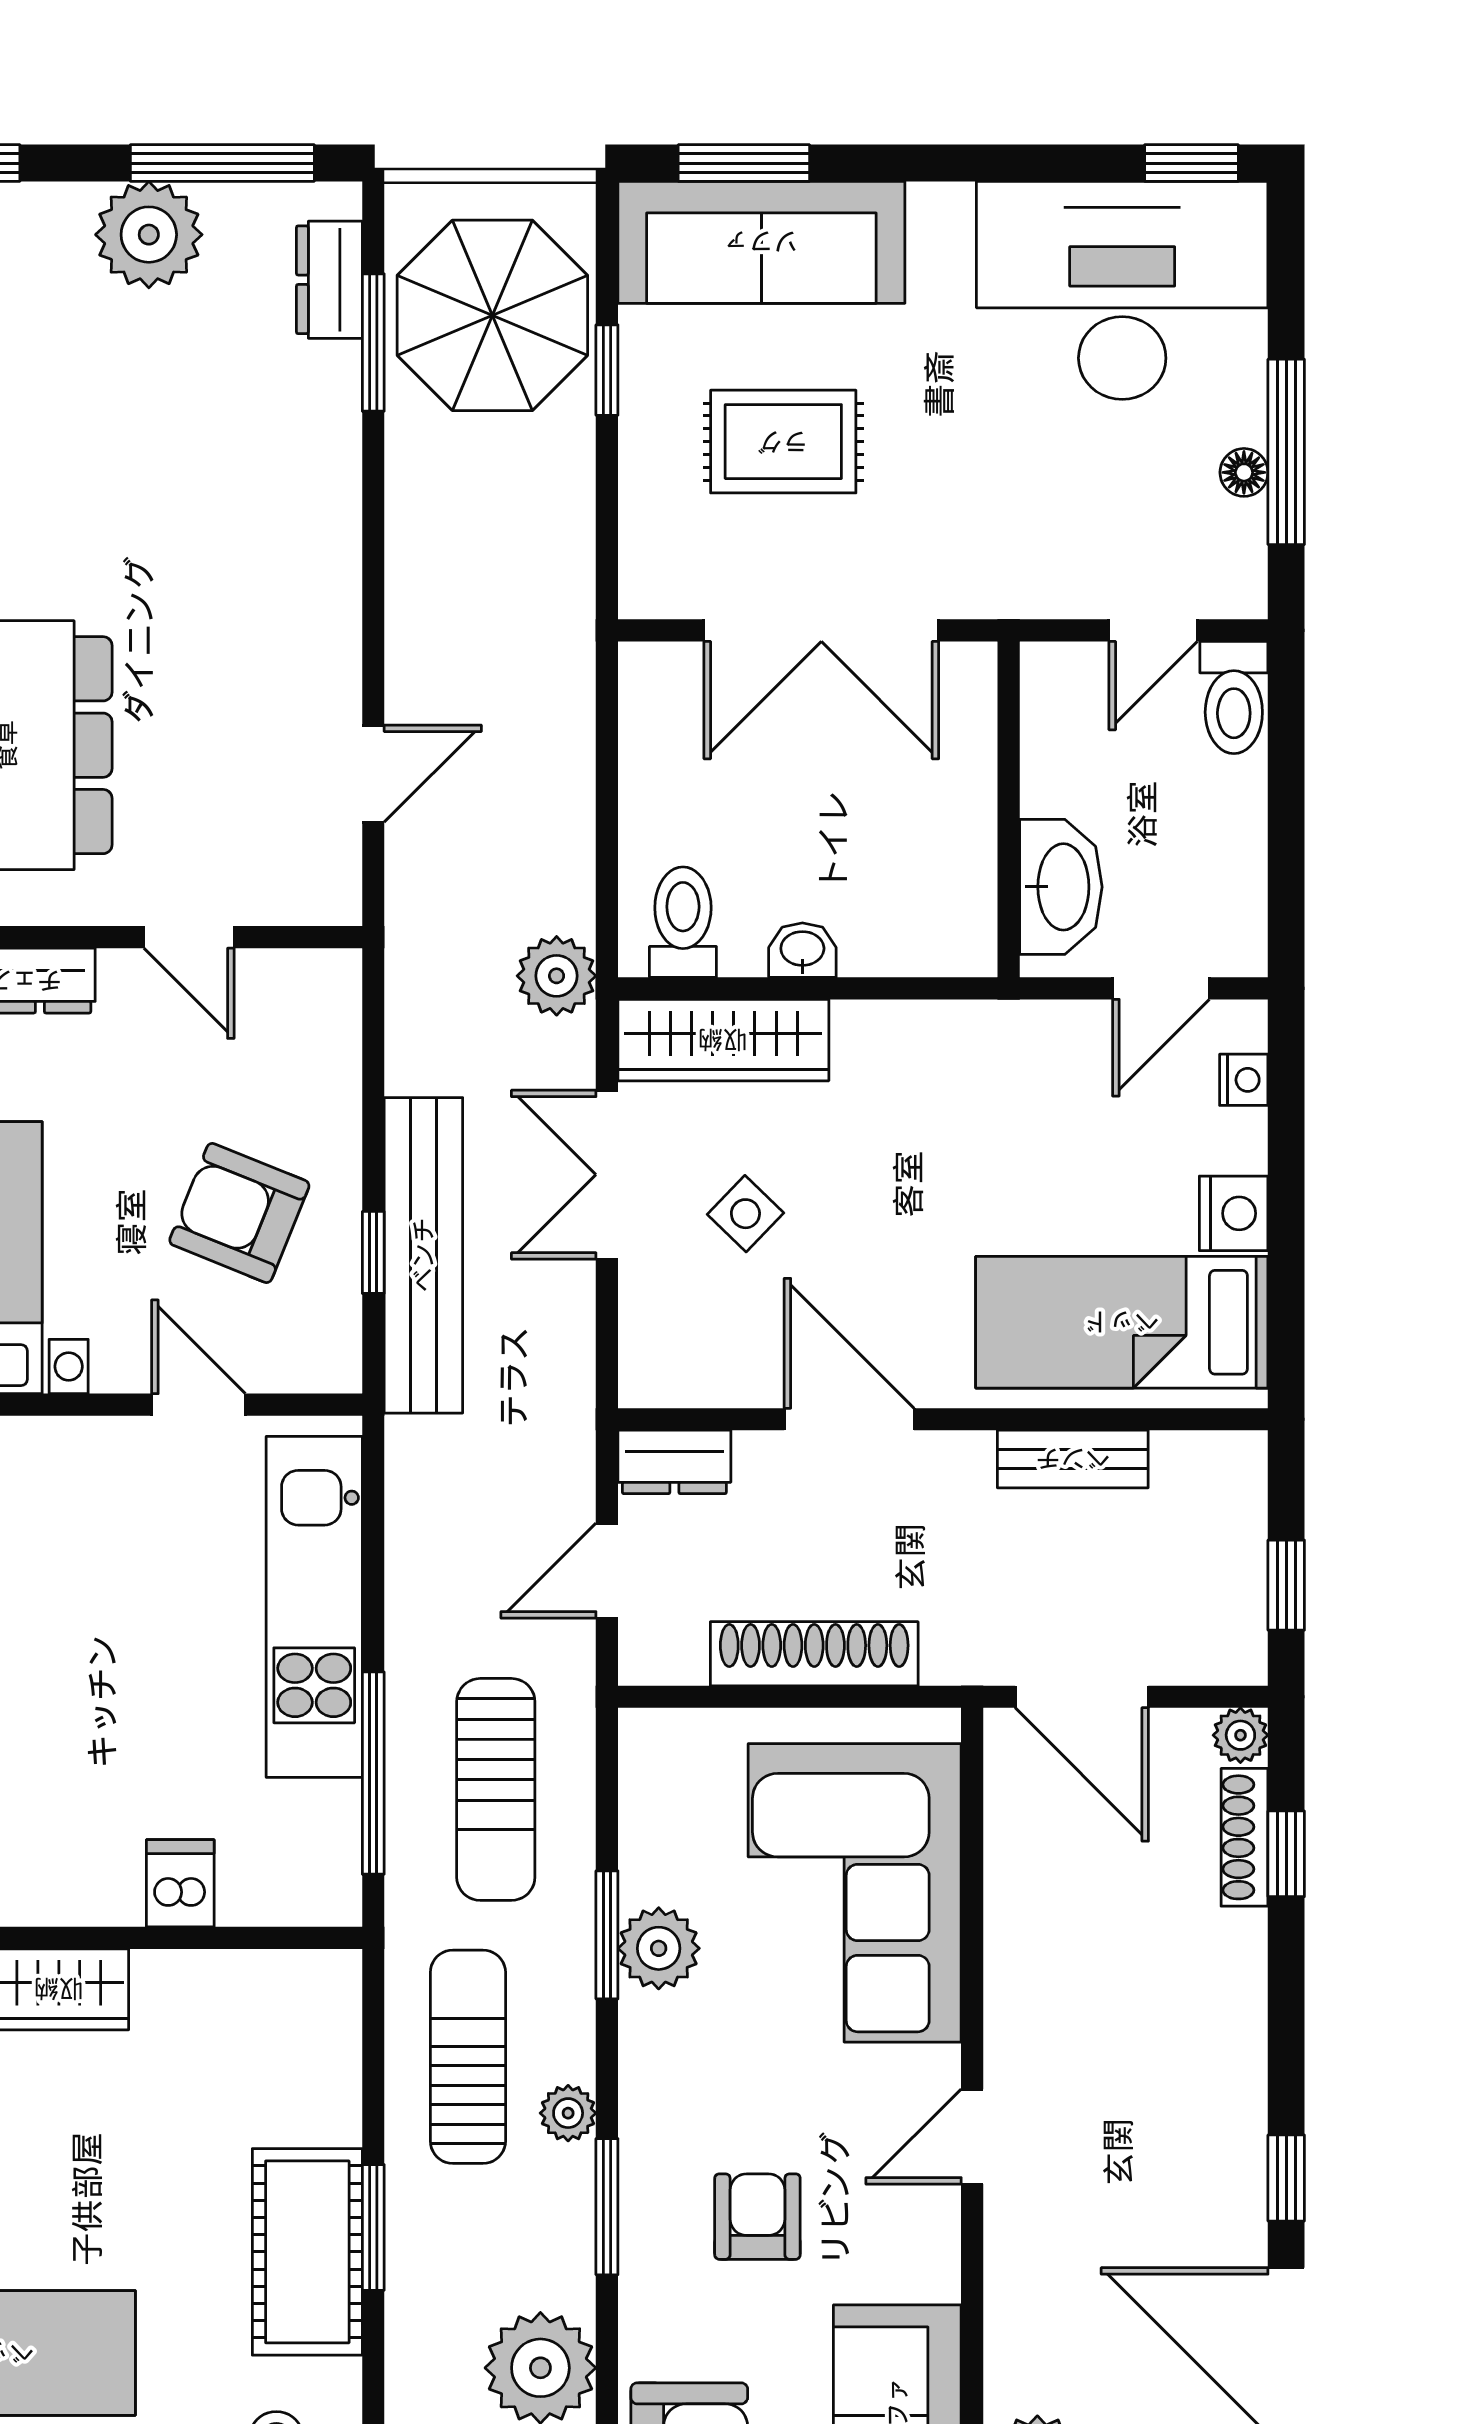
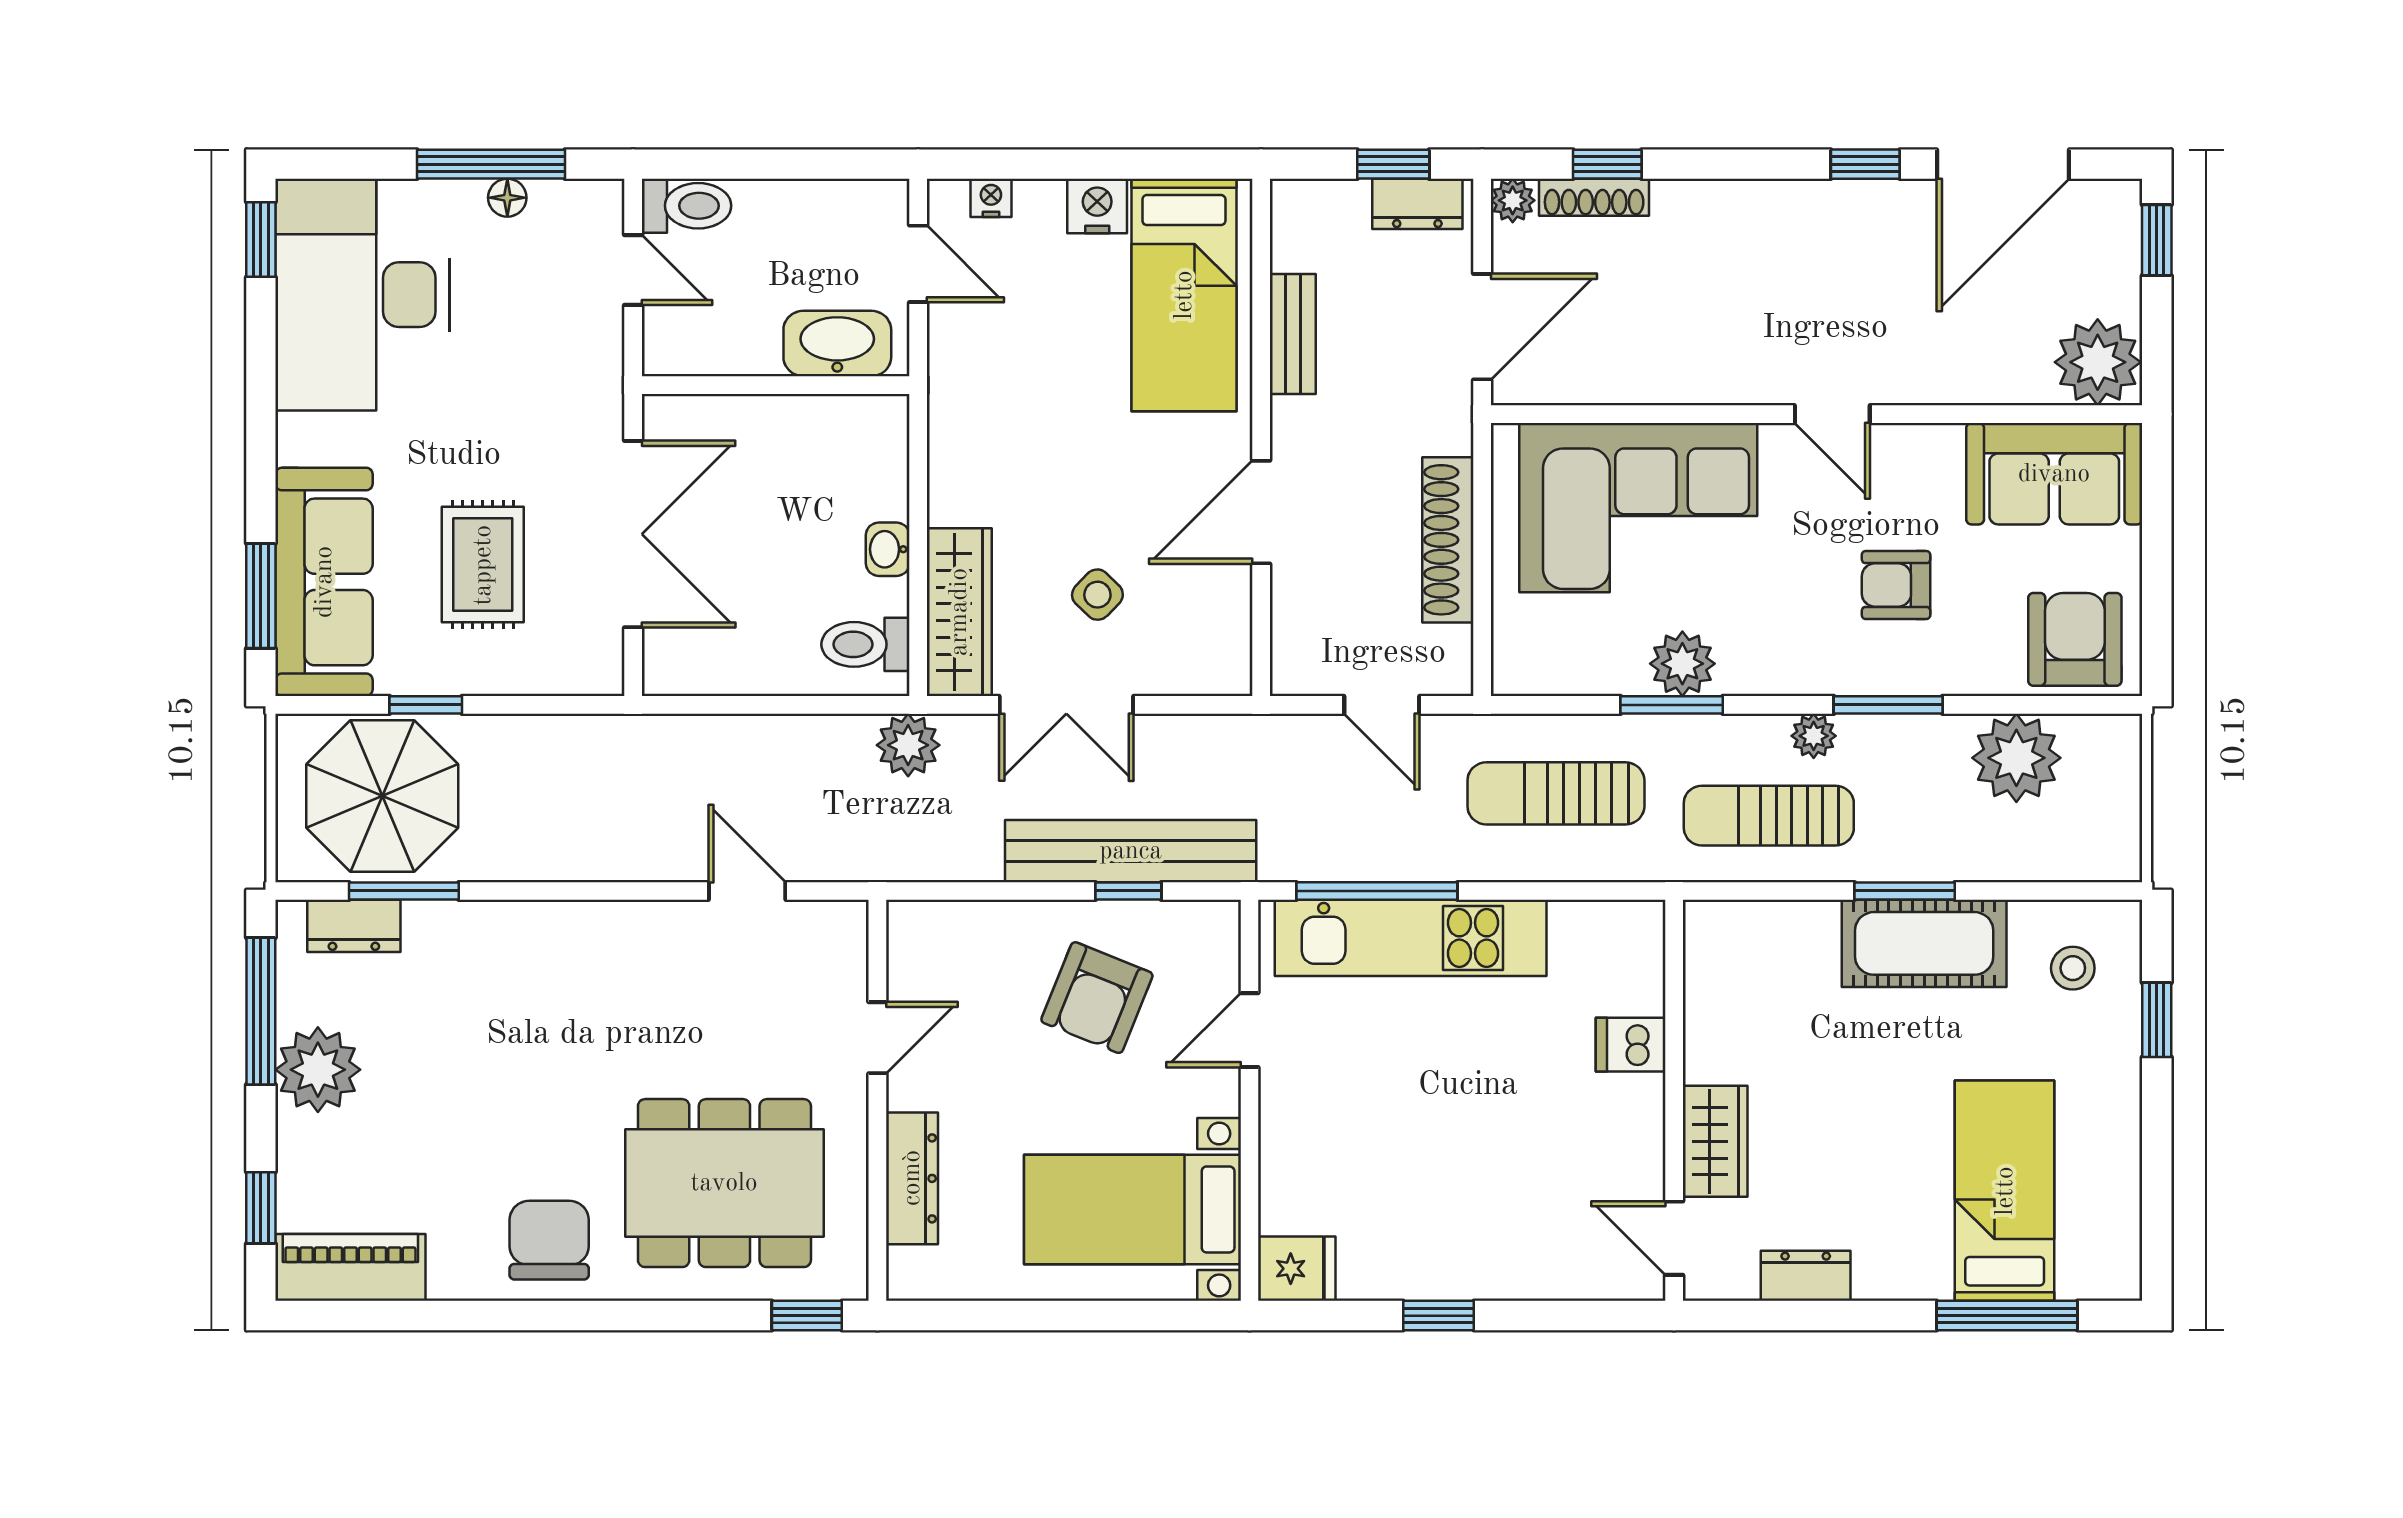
dresser: (674, 1462) -> (1417, 204), moved, turned 90
window: (373, 1773) -> (1377, 891), moved
sun lounger: (496, 1789) -> (1556, 793), turned 180

